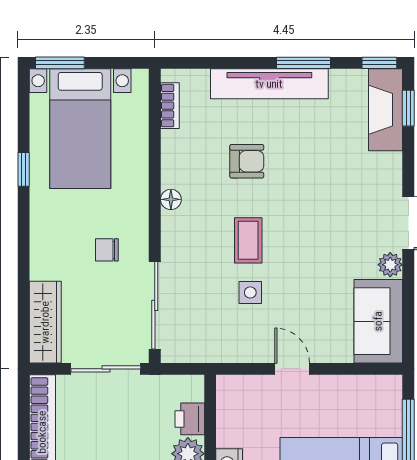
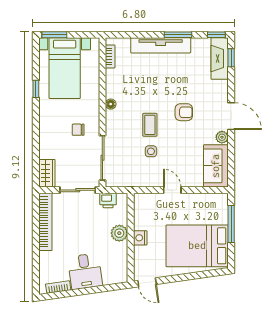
armchair: (247, 161) -> (184, 112), moved
wardrobe: (45, 322) -> (47, 173), width x0.67
printer: (190, 419) -> (108, 200), moved, turned -90

